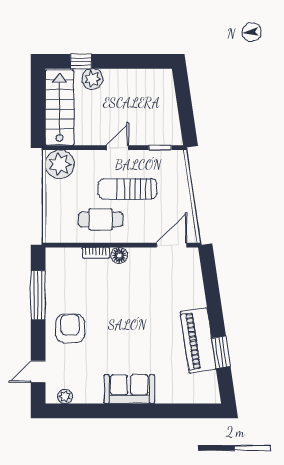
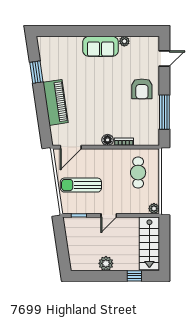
plant: (92, 79) -> (106, 263), moved
plant: (60, 164) -> (154, 209), width x0.53, depth x0.53
sun lounger: (128, 189) -> (81, 185), moved, turned 180
cafe table: (101, 219) -> (138, 173), moved, turned 90
piano: (198, 340) -> (56, 102), moved
plant: (65, 396) -> (124, 41), moved

